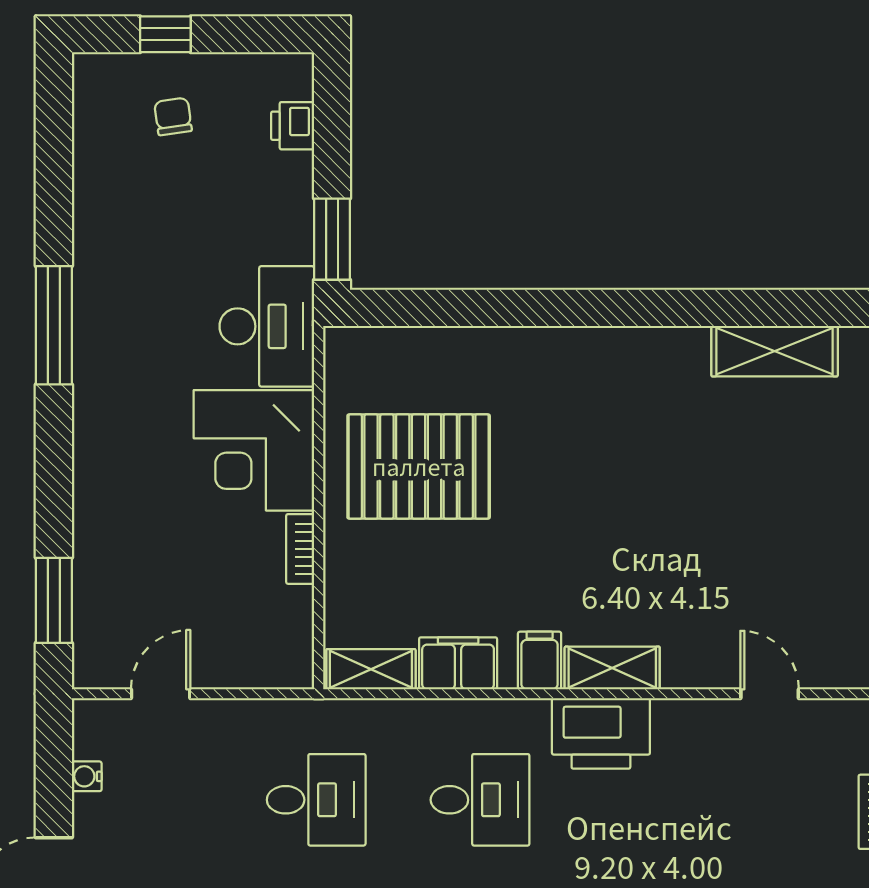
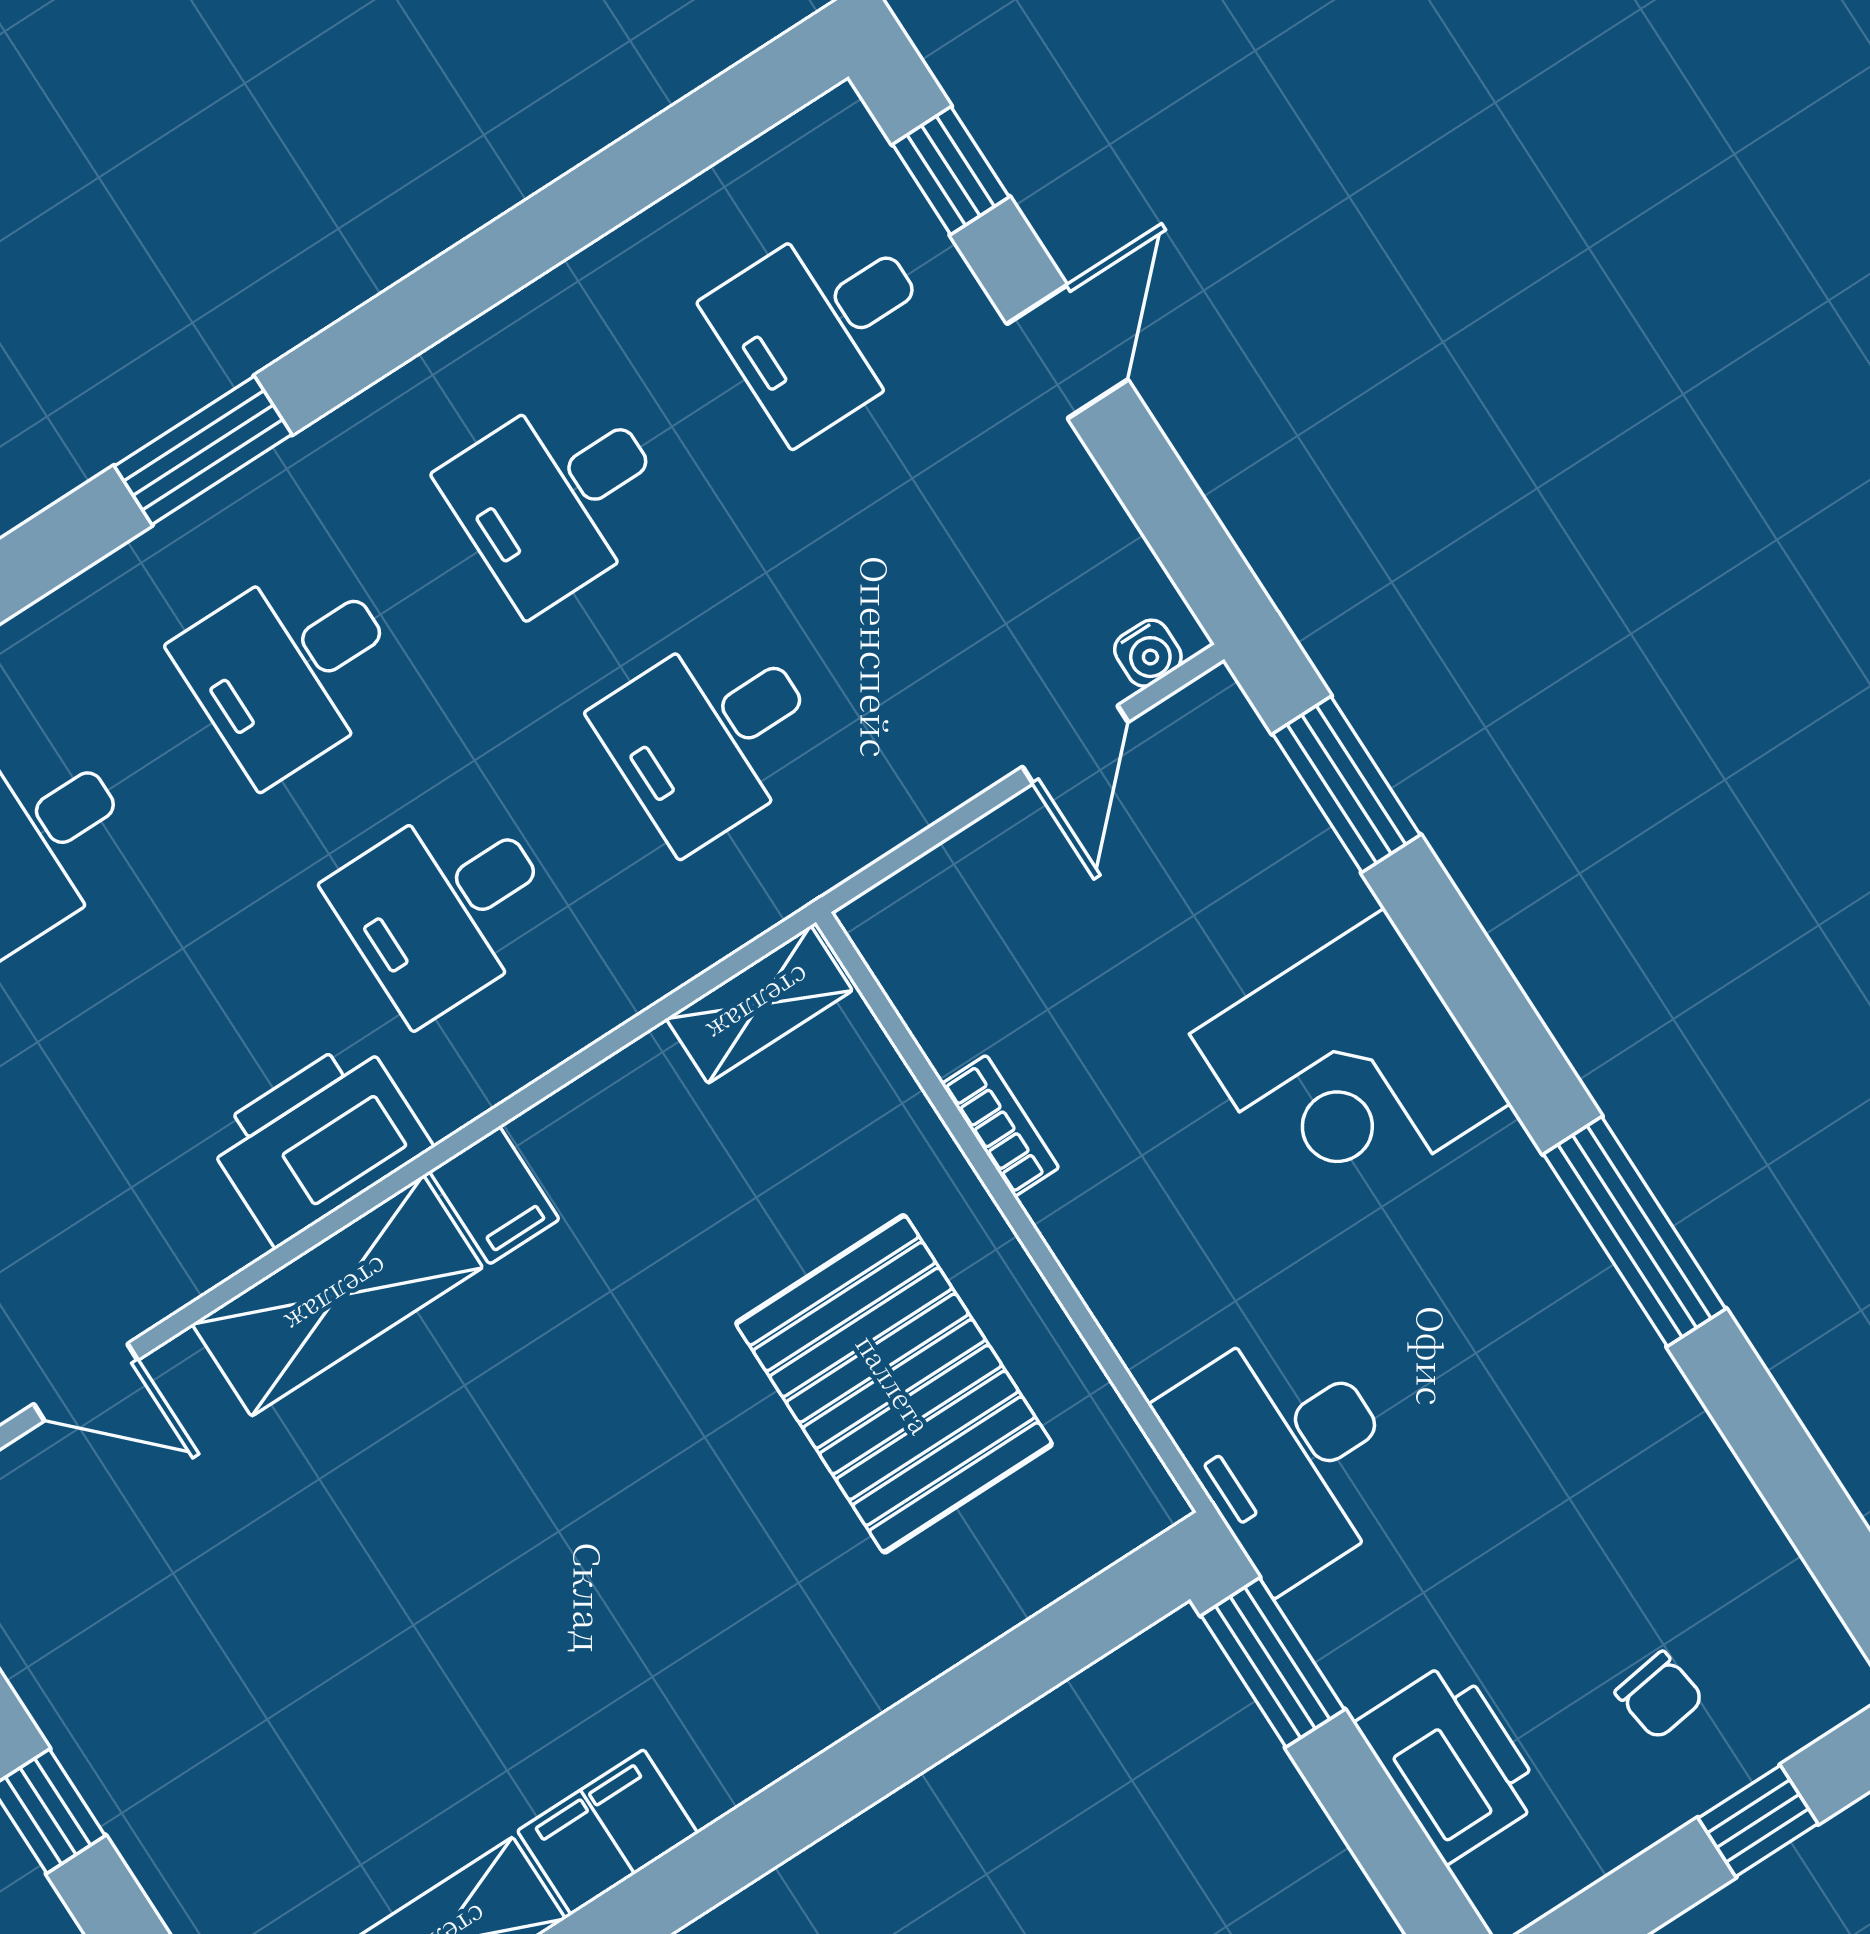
printer: (293, 126) -> (1451, 1761), width x1.87, depth x1.48
corner desk: (254, 450) -> (1350, 1069), moved, turned 180
pallet: (419, 467) -> (894, 1384), turned 90
filing cabinet: (458, 663) -> (608, 1832), moved, turned 180
shelving: (612, 668) -> (337, 1296), width x1.50, depth x1.33
water cooler: (87, 776) -> (1148, 653), moved, turned 90

